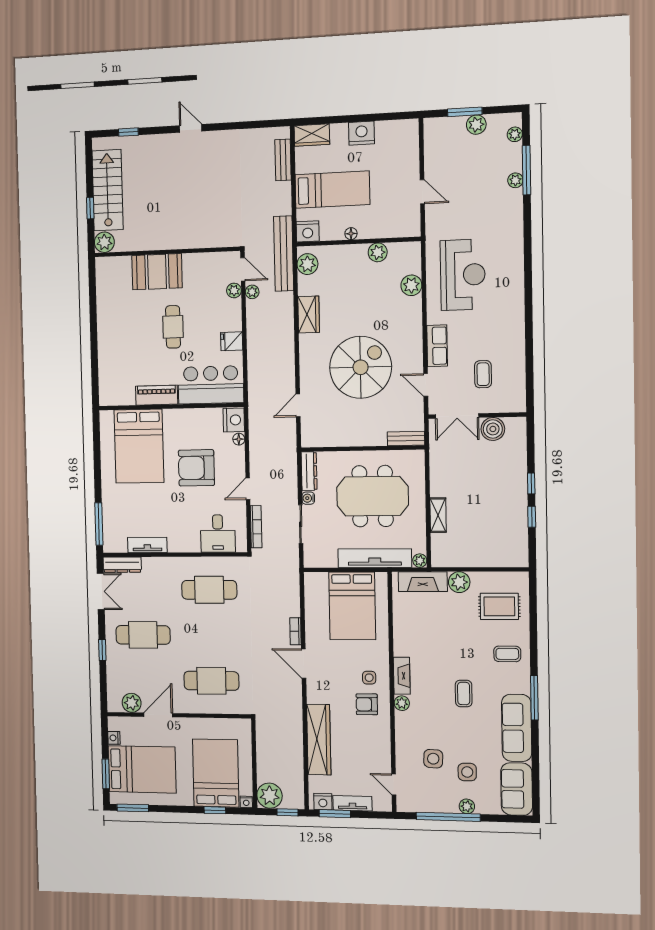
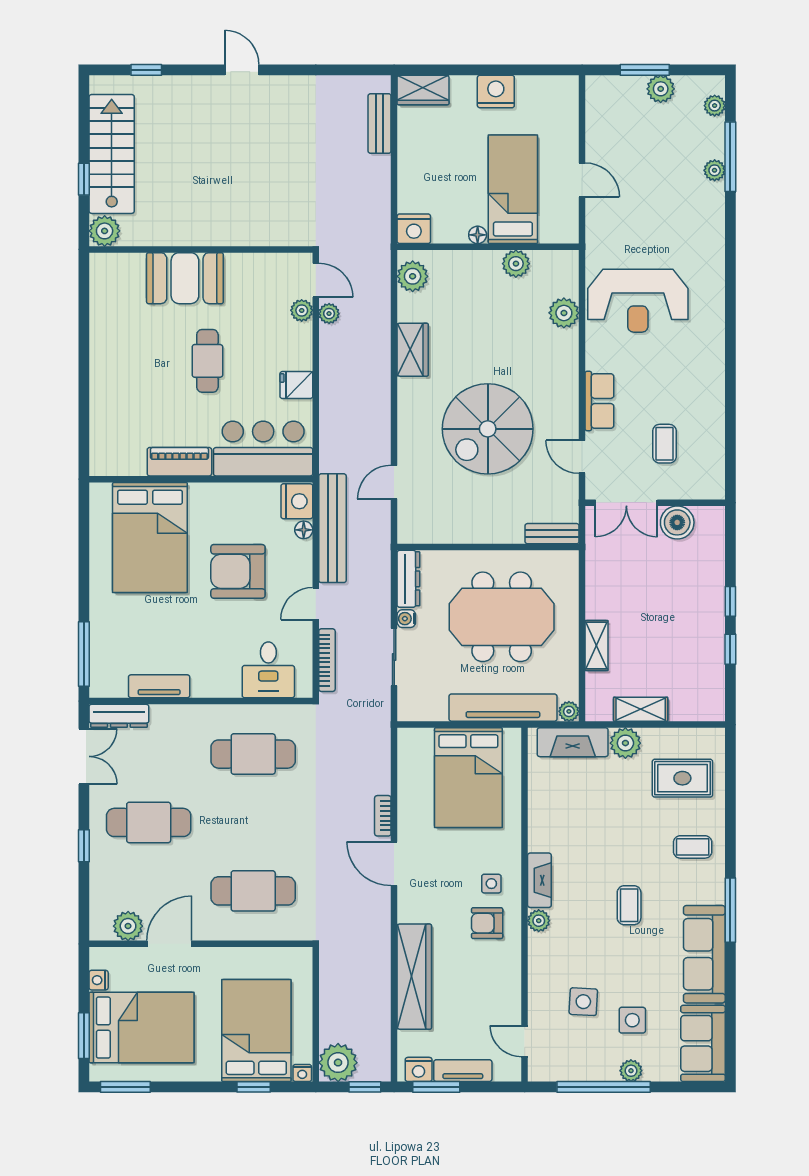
bed: (332, 190) -> (513, 189), moved, turned -90
bench: (284, 254) -> (332, 528), moved
reception desk: (463, 275) -> (638, 301), turned 90
spiral stairs: (361, 367) -> (488, 429), turned 180
shelving: (469, 559) -> (641, 709), added

